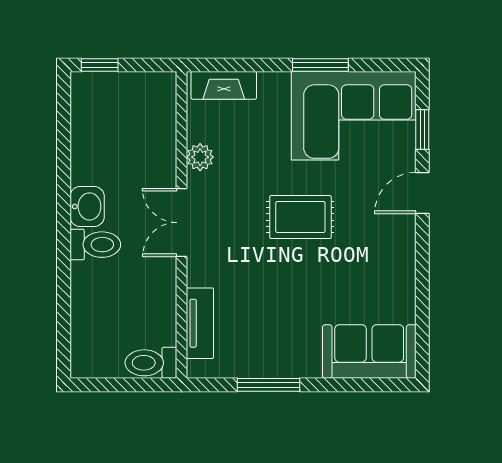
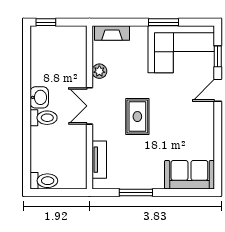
rug: (300, 217) -> (137, 117), moved, turned 90
toilet: (151, 363) -> (44, 181), moved, turned 180

